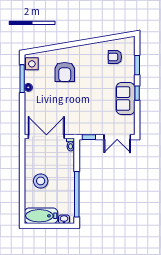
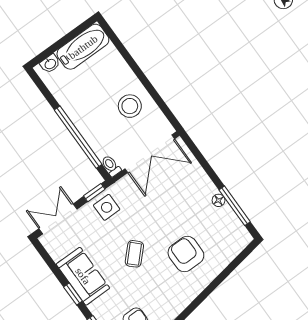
side table: (32, 64) -> (107, 207), moved
coffee table: (91, 91) -> (134, 254), added
stool: (41, 181) -> (130, 106), moved
window: (77, 194) -> (78, 137), moved

